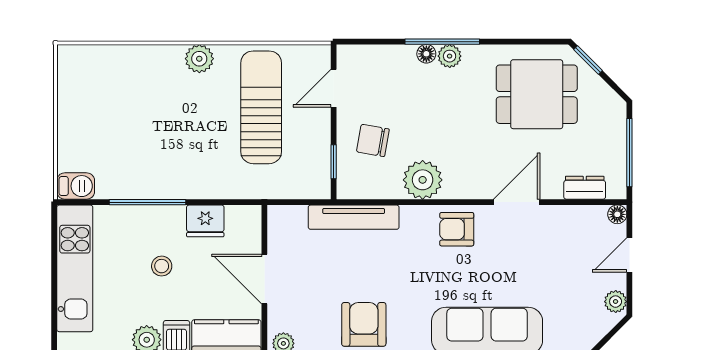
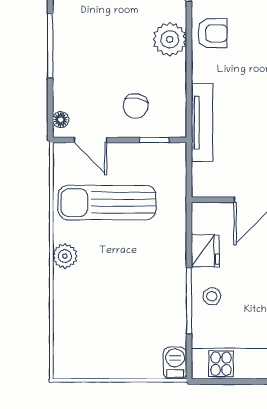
floor lamp: (426, 54) -> (61, 120), moved
plant: (450, 56) -> (63, 40), removed
plant: (423, 180) -> (170, 39), moved
armchair: (457, 229) -> (212, 33), turned -90
stool: (162, 266) -> (212, 296), moved

